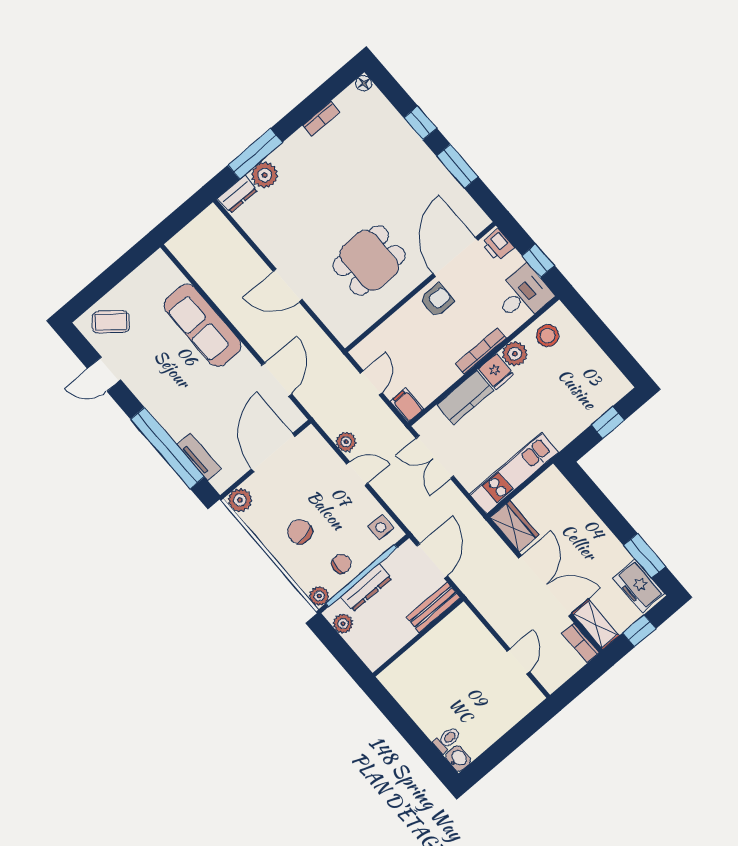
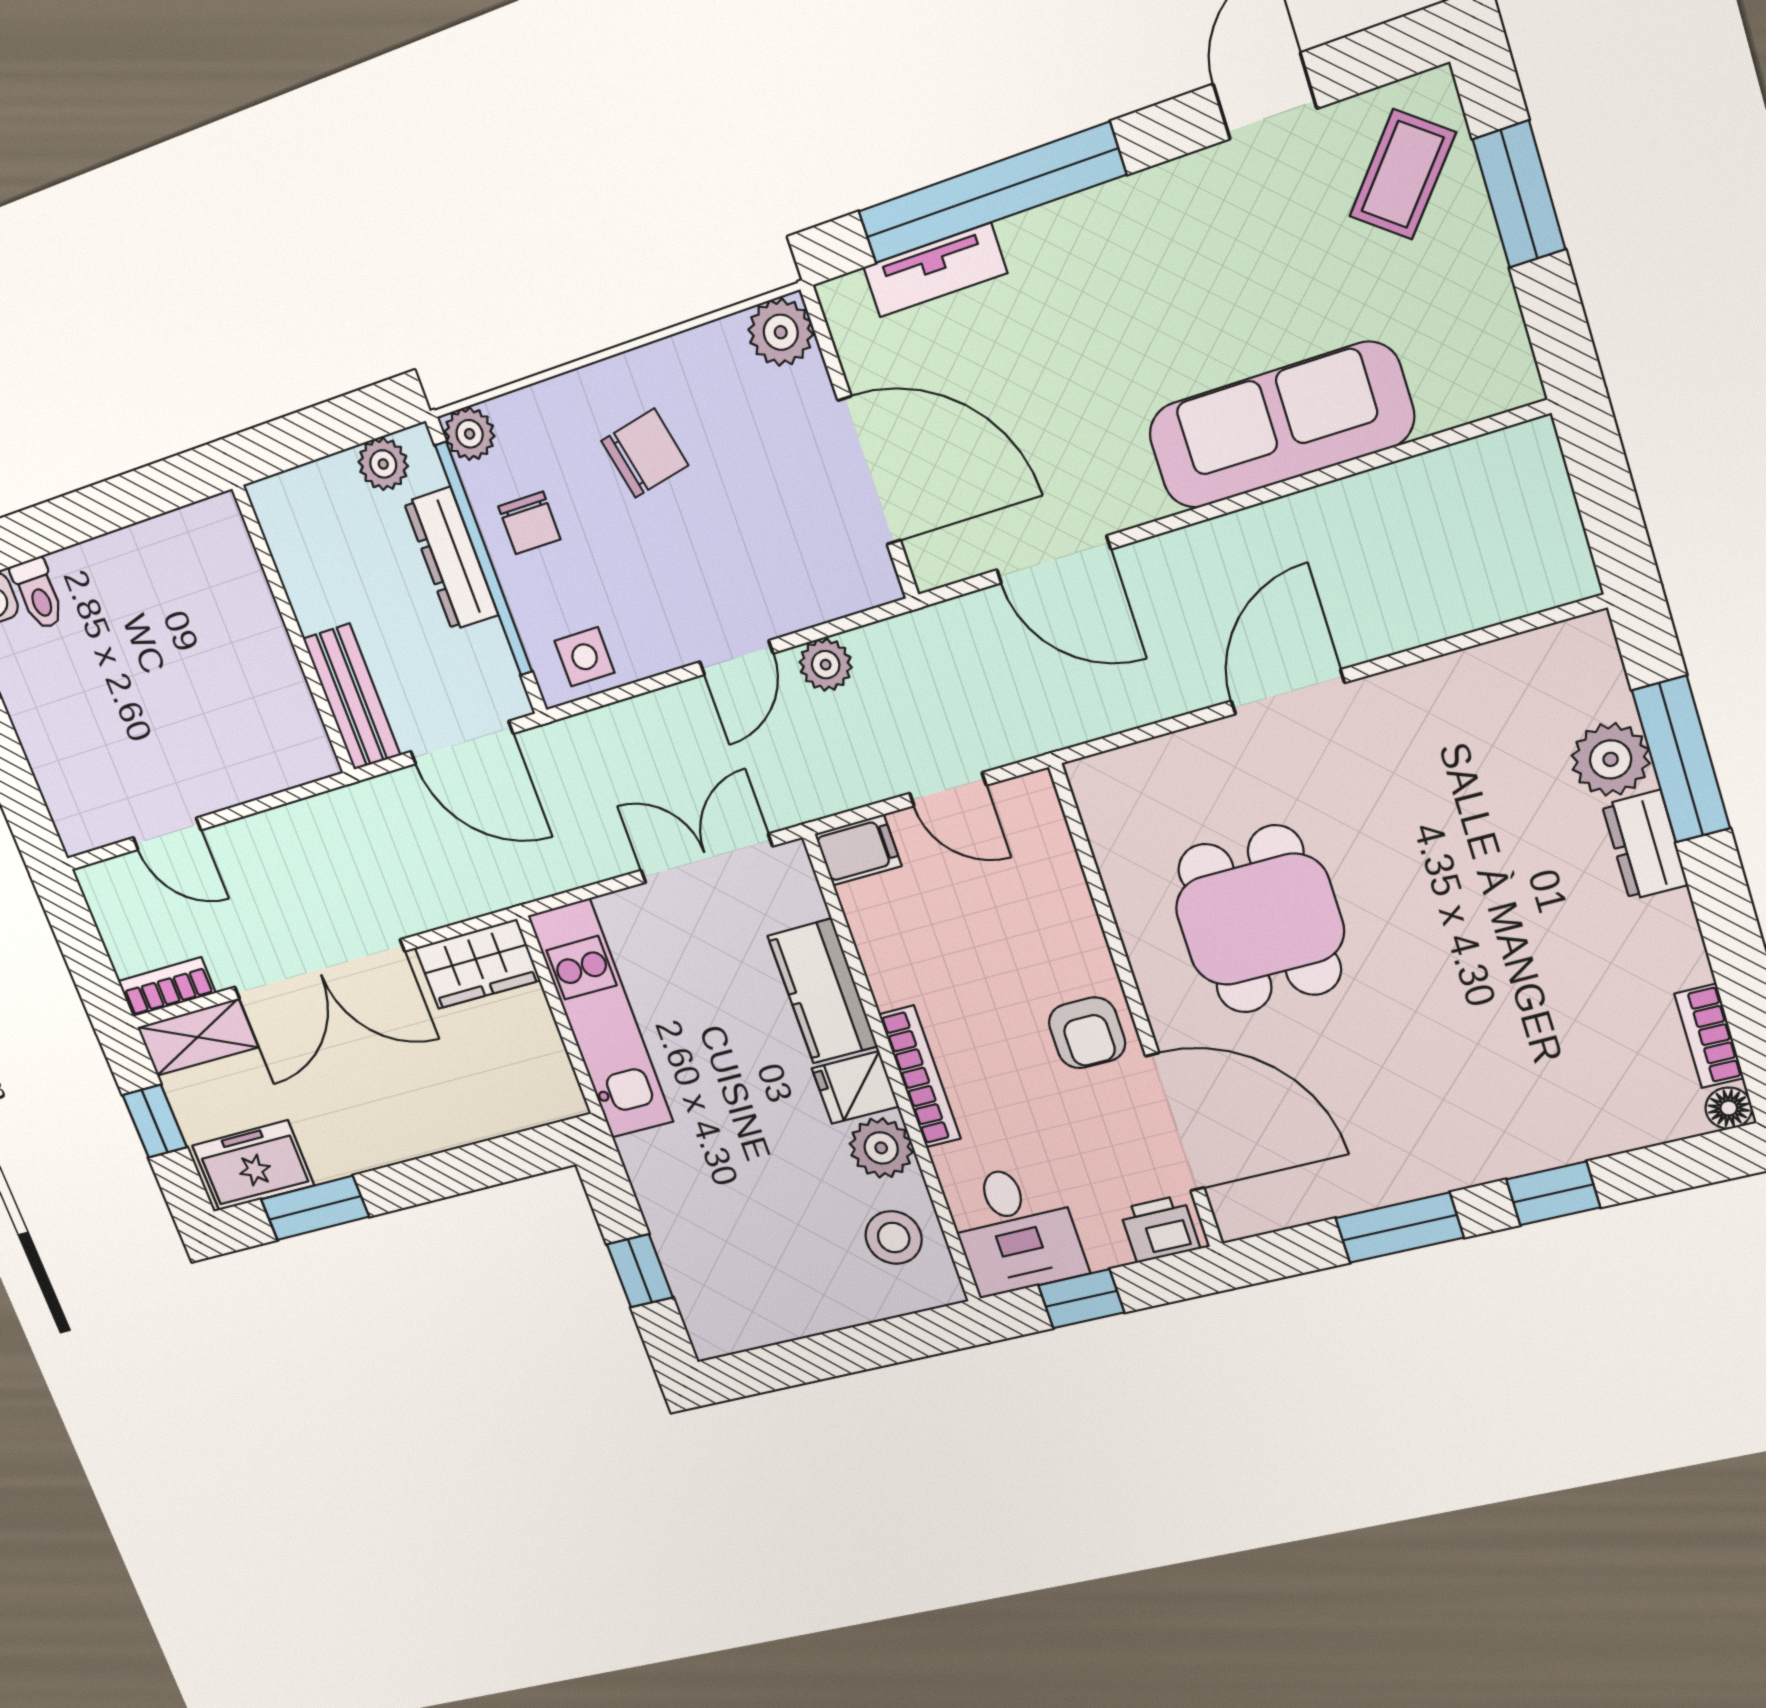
bookcase: (321, 119) -> (1709, 1036), moved
dresser: (238, 194) -> (1645, 845), moved
window: (103, 284) -> (1519, 194), added

